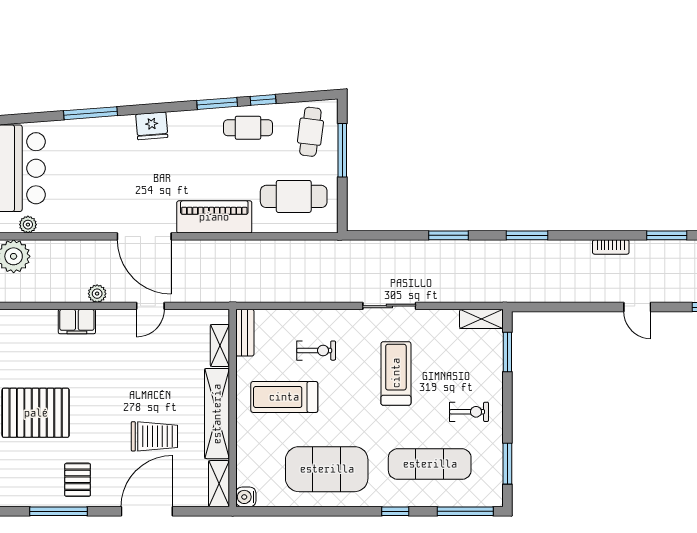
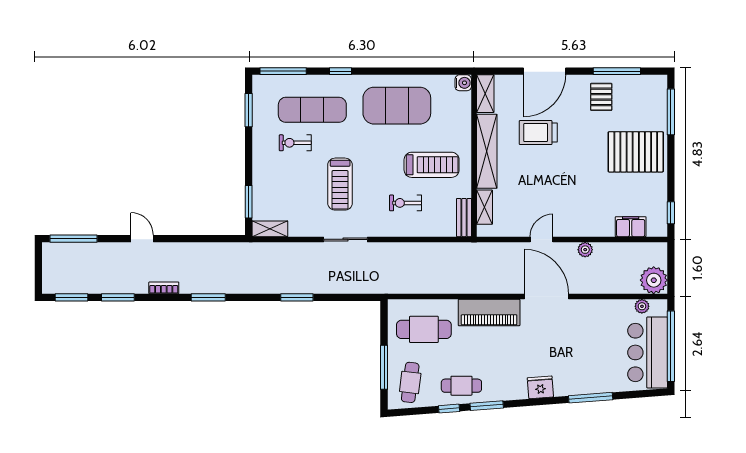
window: (527, 235) -> (208, 297), moved
filing cabinet: (77, 322) -> (631, 227), moved
exercise bike: (469, 412) -> (295, 143), moved

